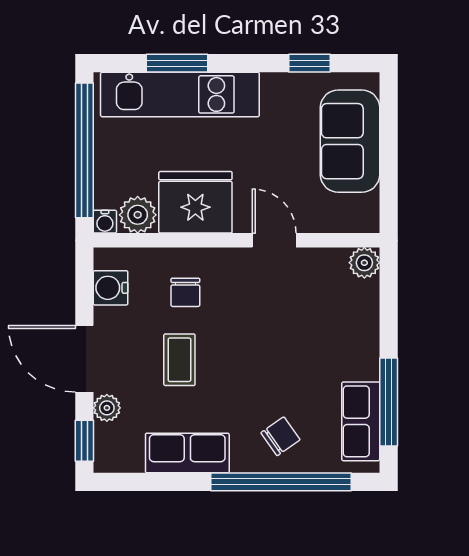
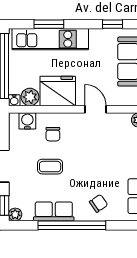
water cooler: (111, 288) -> (27, 121), moved, turned 90
coffee table: (179, 360) -> (50, 167), turned 90
plant: (107, 408) -> (15, 214), moved
window: (281, 482) -> (72, 225), moved

